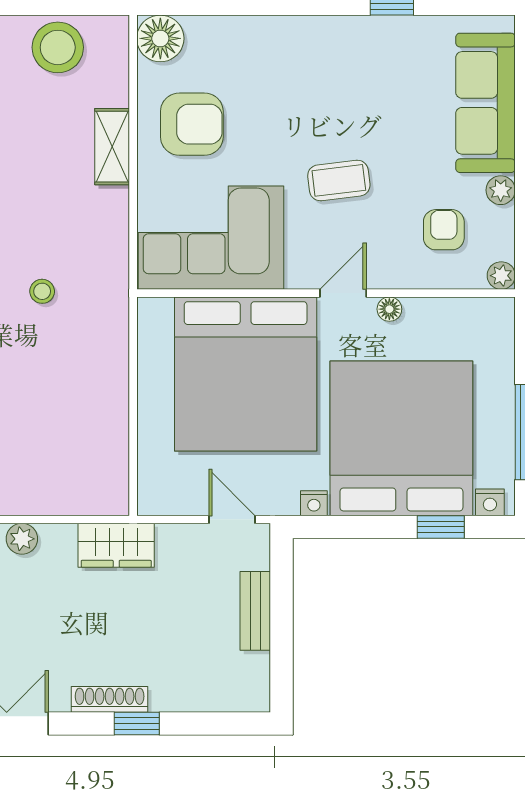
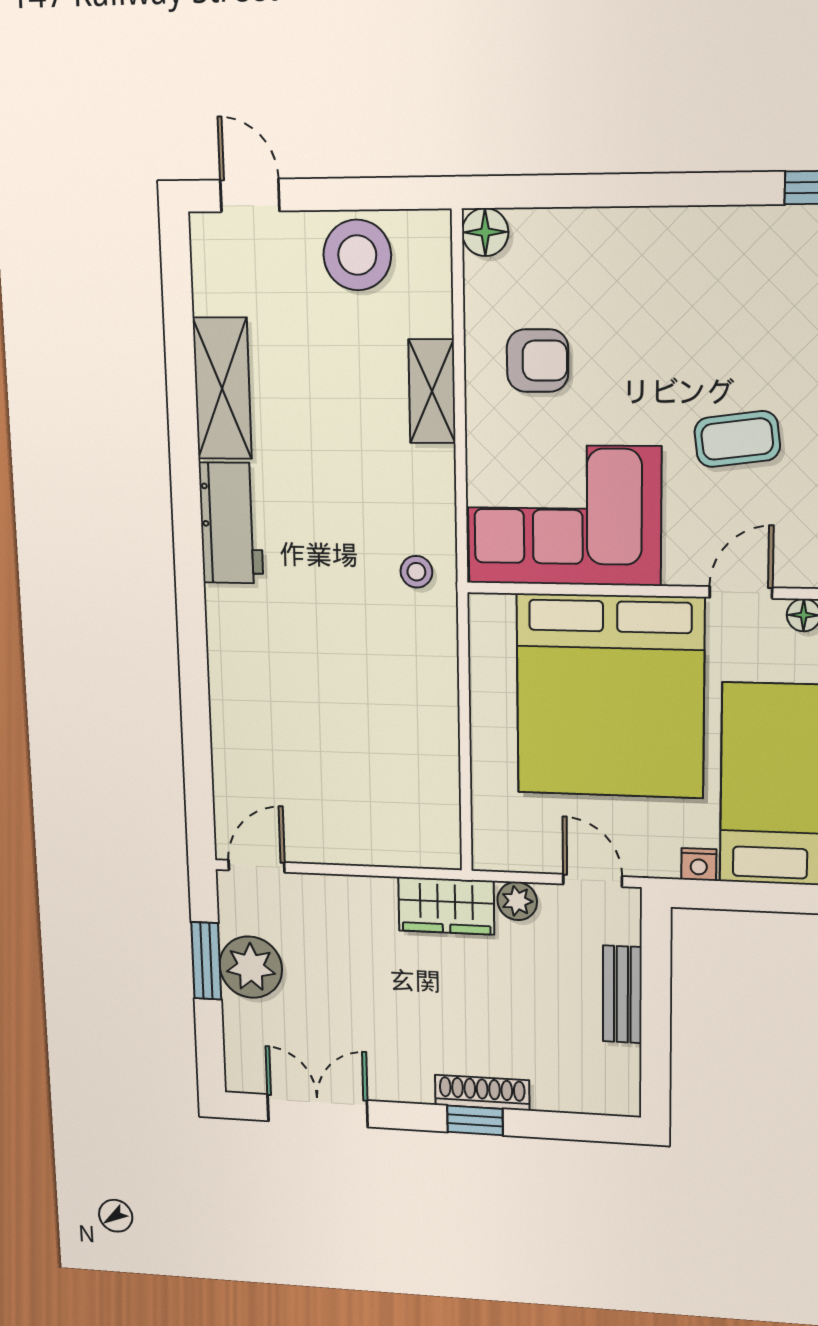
floor lamp: (160, 38) -> (485, 232), width x0.73, depth x0.73
armchair: (192, 124) -> (538, 361), width x0.72, depth x0.72
stool: (42, 291) -> (416, 572), moved
plant: (22, 539) -> (517, 901), moved
shoe rack: (110, 699) -> (482, 1093), moved

